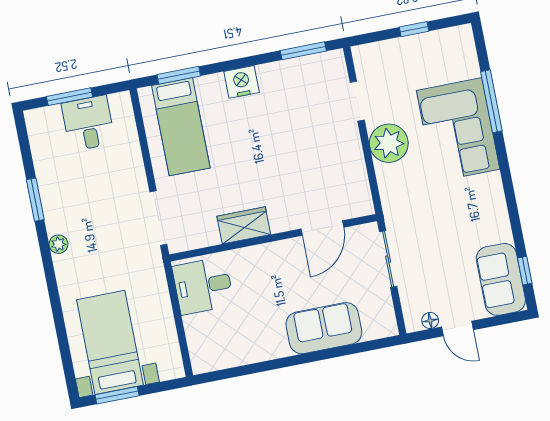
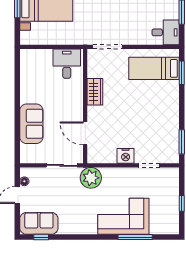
nightstand: (242, 82) -> (126, 156), moved, turned 90
desk: (88, 123) -> (166, 32), moved
plant: (389, 143) -> (91, 178), moved

